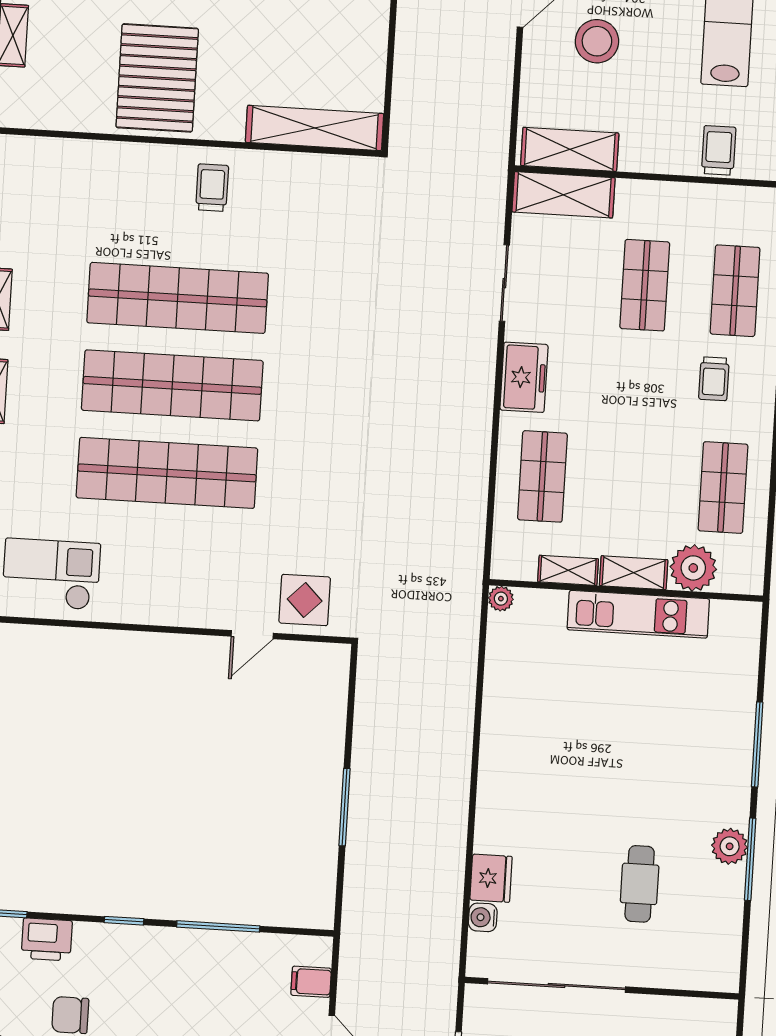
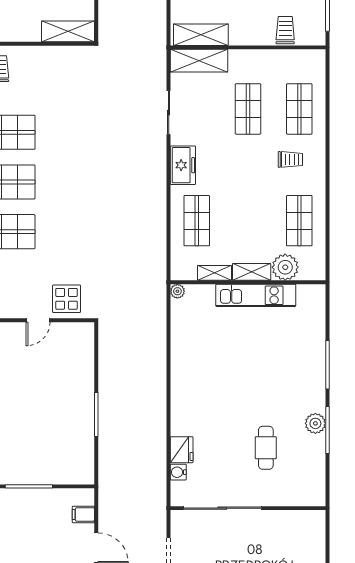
shelving: (315, 128) -> (68, 31), width x0.68
trolley: (714, 379) -> (290, 159), turned -90

